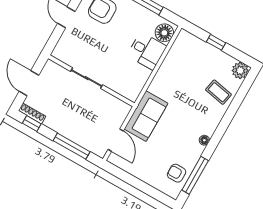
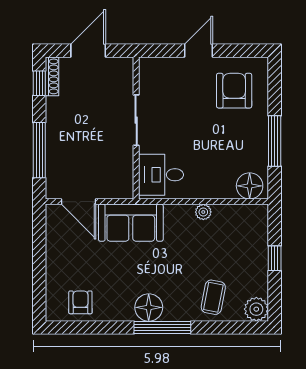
desk: (147, 51) -> (161, 175), moved, turned 90
plant: (164, 69) -> (203, 212), added
door: (116, 140) -> (78, 202), hinge flipped
floor lamp: (204, 140) -> (149, 307), width x1.89, depth x1.89
window: (195, 175) -> (162, 328), moved

